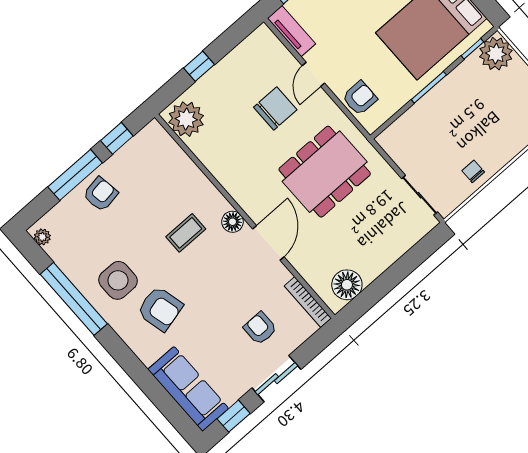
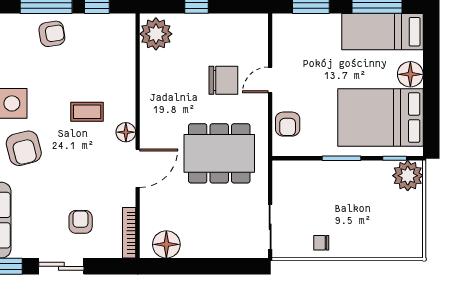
tv unit: (292, 31) -> (281, 37), removed
armchair: (360, 98) -> (288, 124), turned 90
chair: (473, 171) -> (321, 243), turned -90

